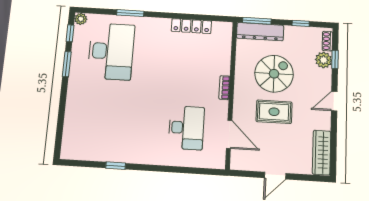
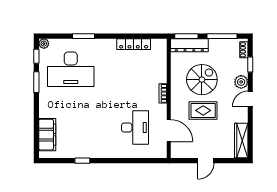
window: (301, 23) -> (222, 36), width x2.17
desk: (111, 51) -> (71, 69), turned 90
plant: (324, 60) -> (241, 82), moved
filing cabinet: (74, 130) -> (47, 135), added

